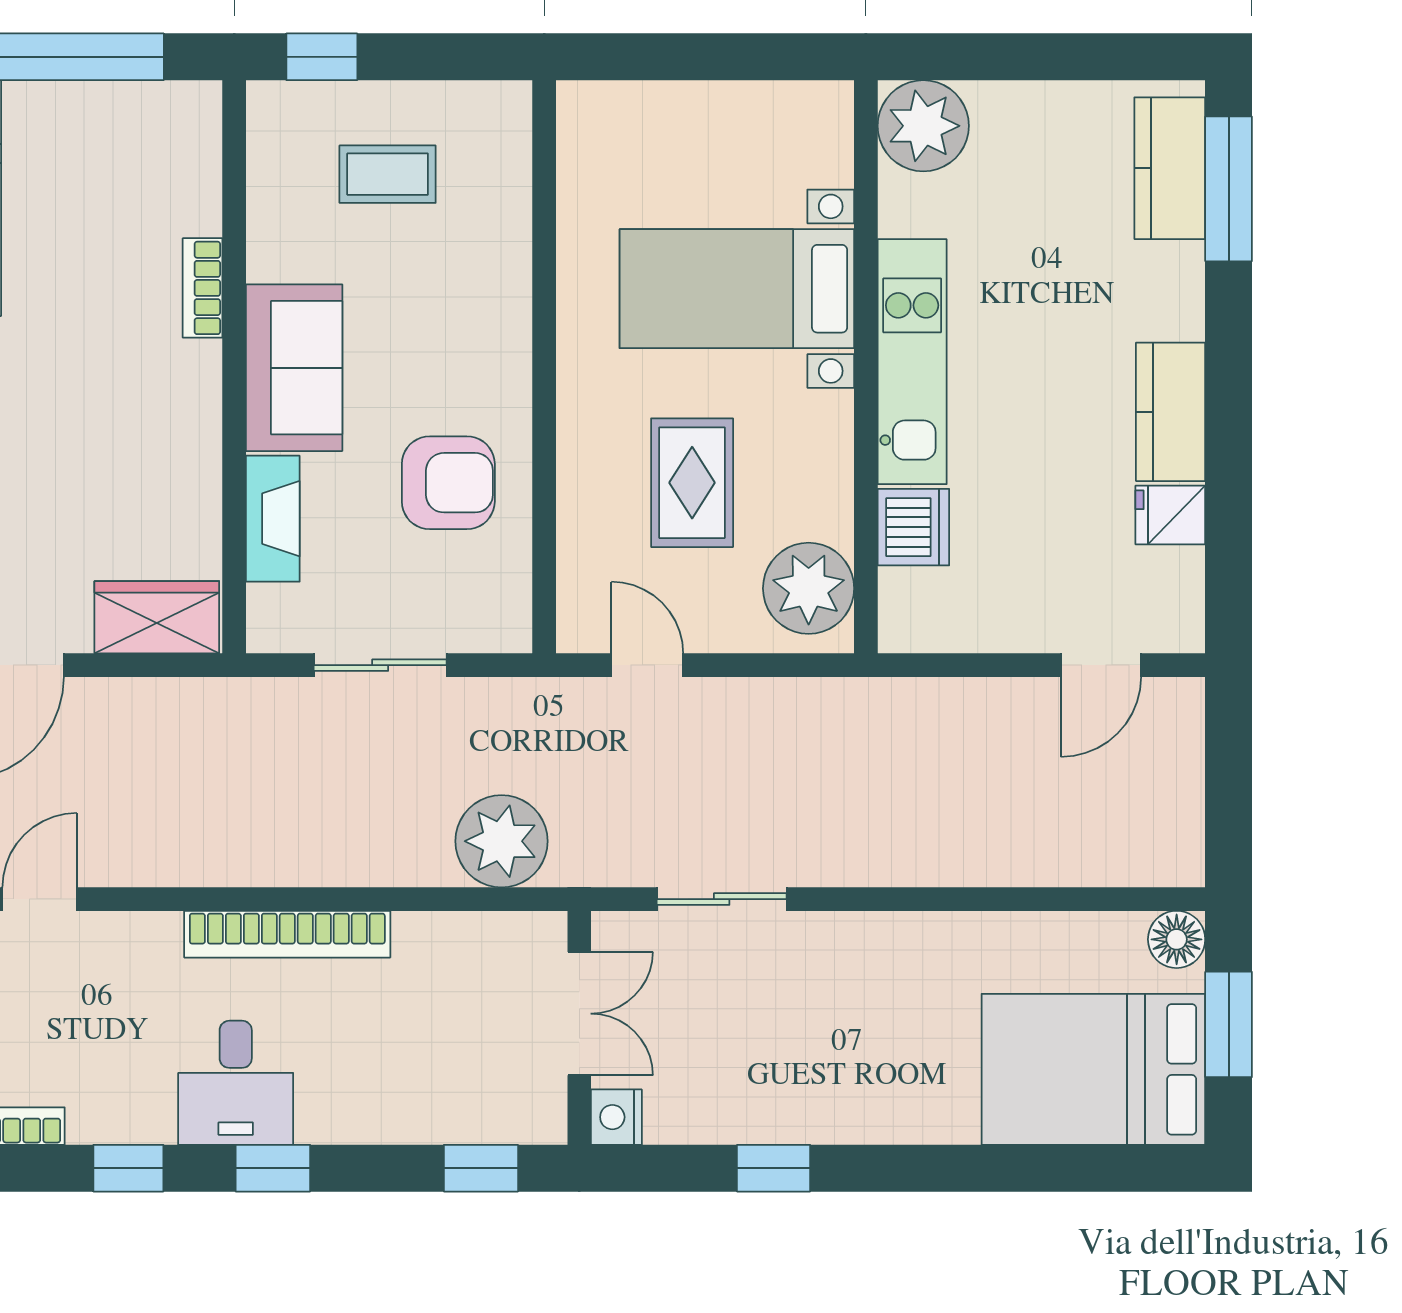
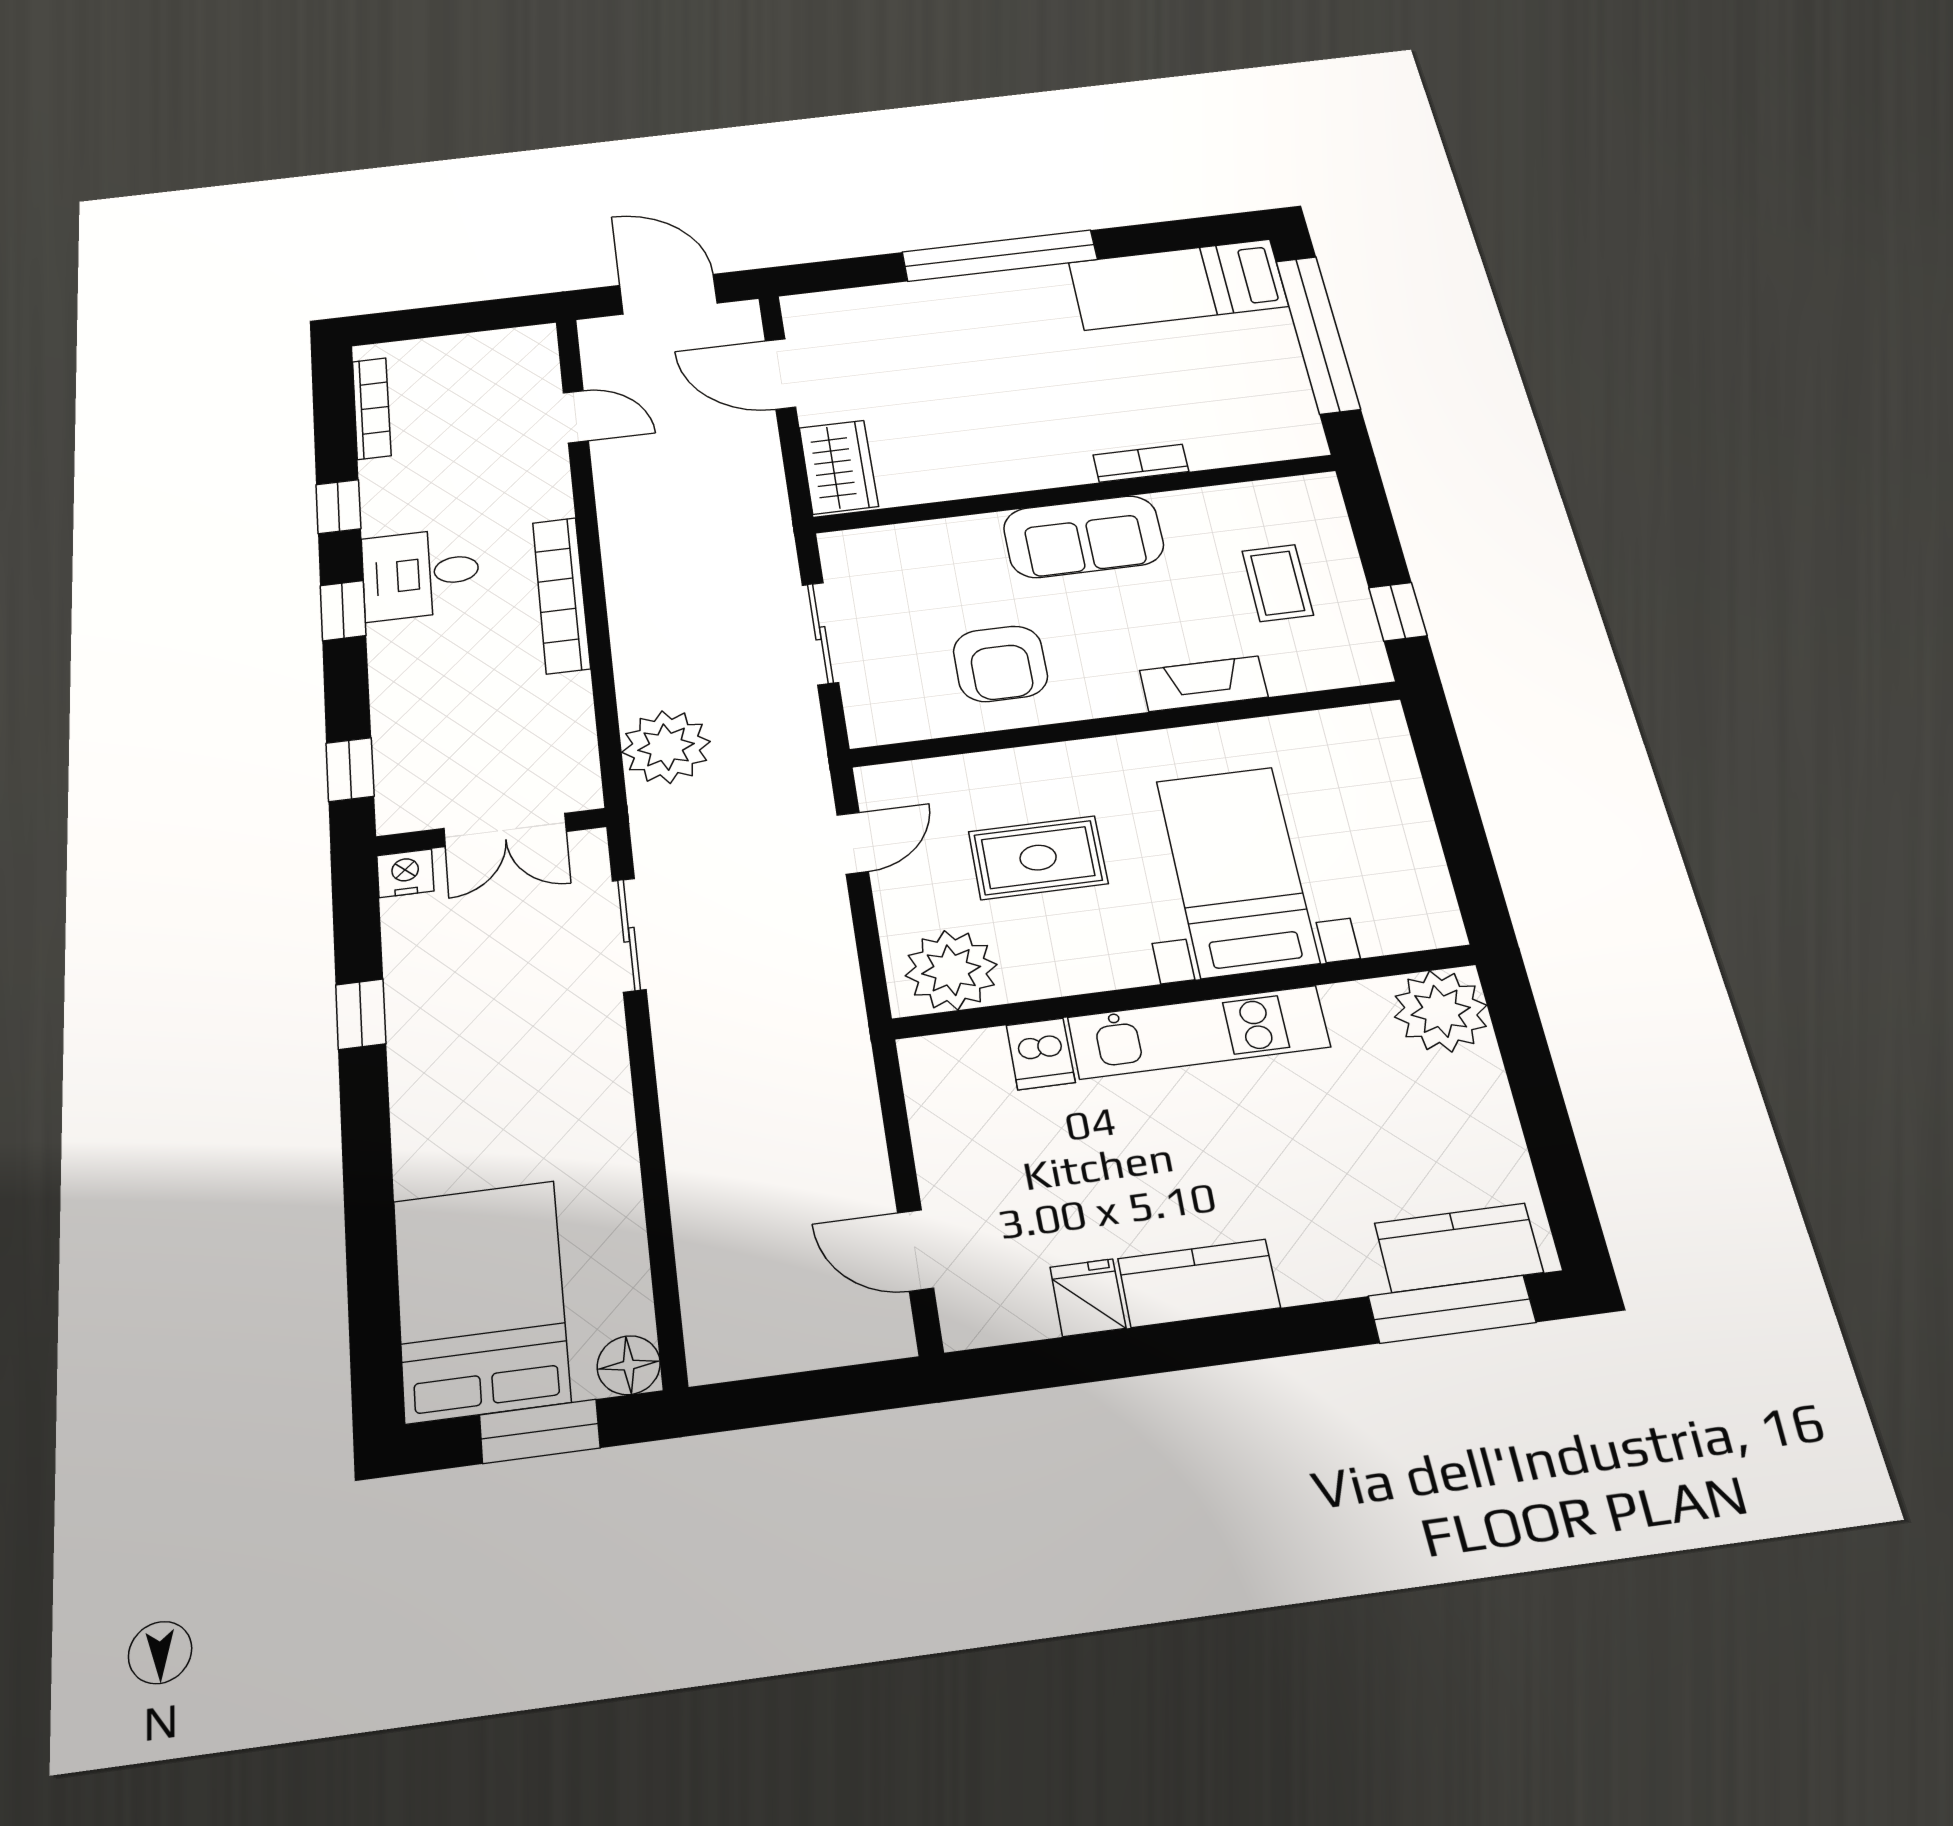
window: (322, 57) -> (1398, 612), moved
fireplace: (273, 519) -> (1204, 684), moved, turned 180
dishwasher: (913, 527) -> (1041, 1054), width x0.73

